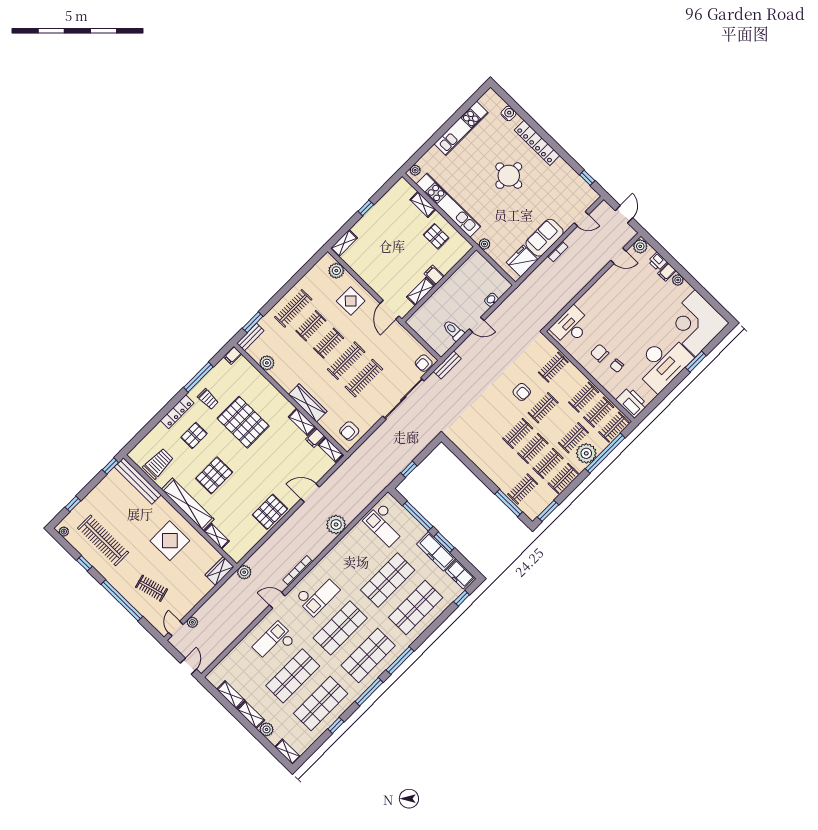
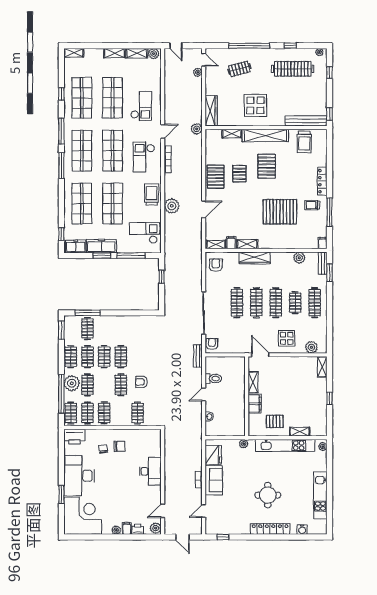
filing cabinet: (434, 275) -> (255, 404), width x2.00
desk: (571, 326) -> (150, 471), moved
clothes rail: (329, 343) -> (276, 303), width x1.36
pallet: (194, 435) -> (239, 174), moved
trolley: (344, 553) -> (151, 195), added
wardrobe: (219, 571) -> (211, 111), width x1.50
plant: (266, 729) -> (154, 54), moved

